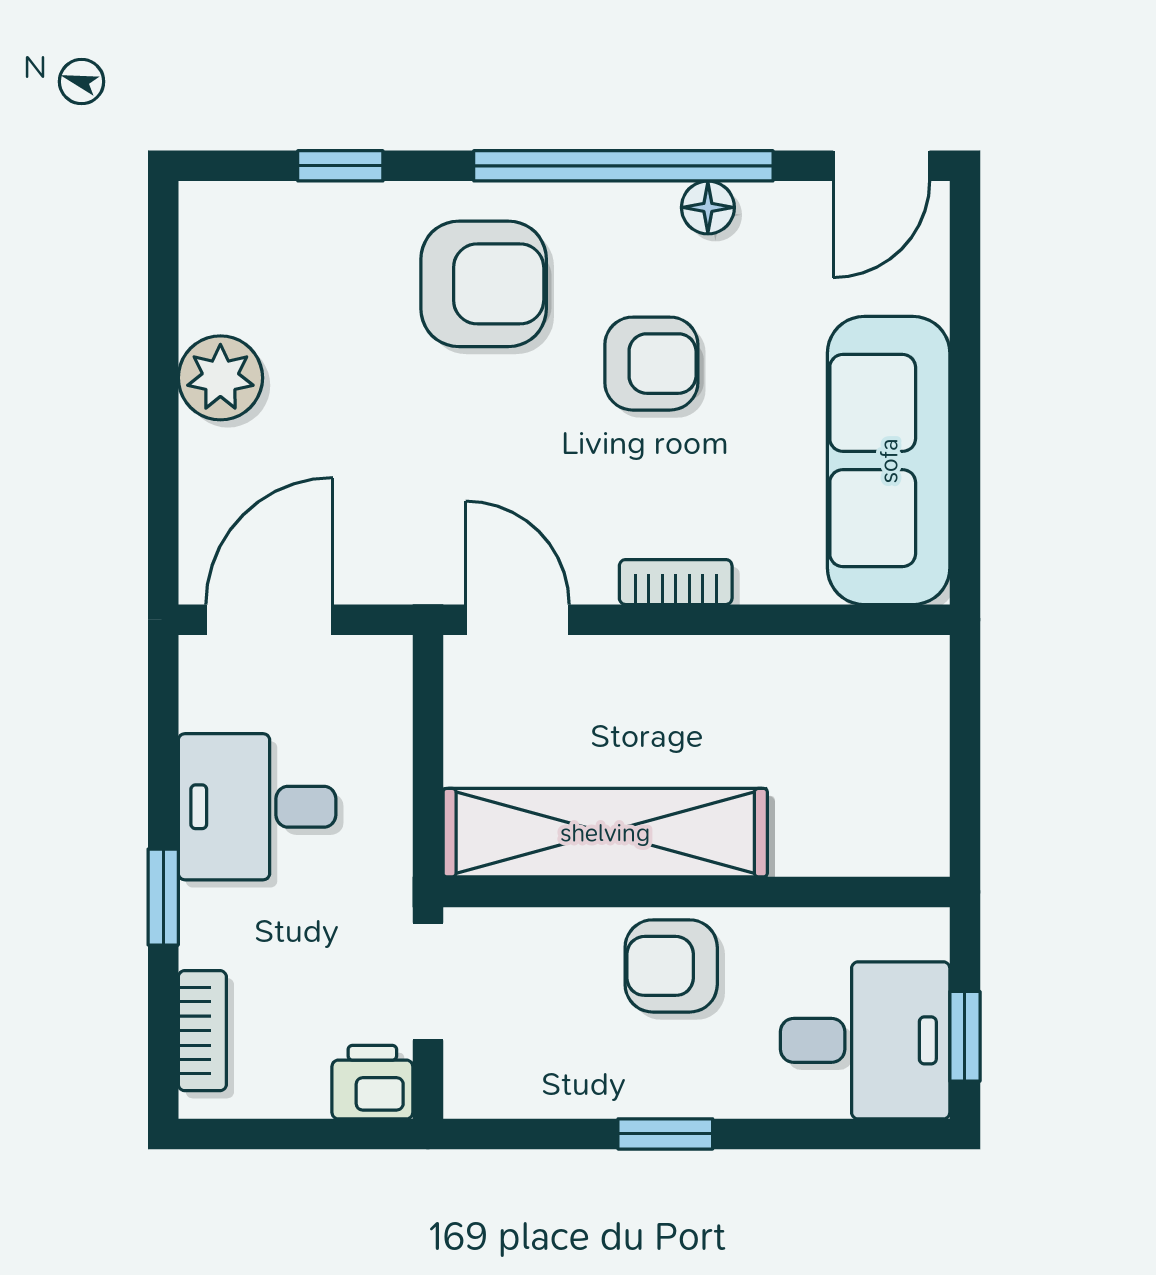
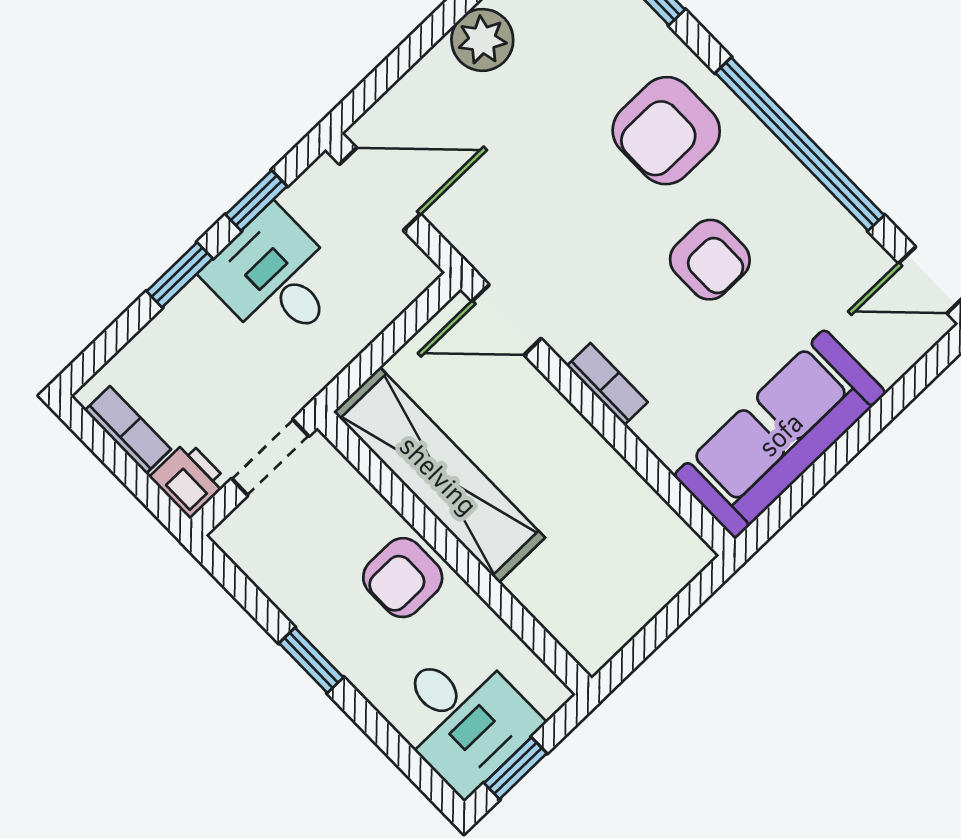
floor lamp: (708, 207) -> (821, 210), removed
armchair: (484, 284) -> (666, 131), turned 90
door: (518, 620) -> (507, 320), swing flipped
window: (163, 751) -> (256, 200), added
armchair: (671, 966) -> (403, 578), turned -90
bookcase: (202, 1031) -> (128, 430), moved, turned -90

